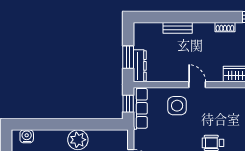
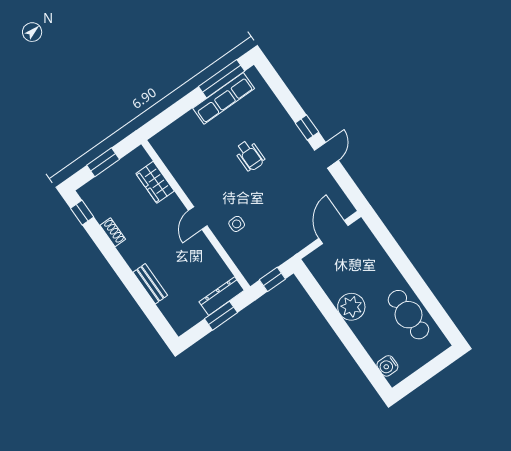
side table: (177, 106) -> (237, 224), width x0.54, depth x0.54
row of seats: (140, 108) -> (268, 262), removed

